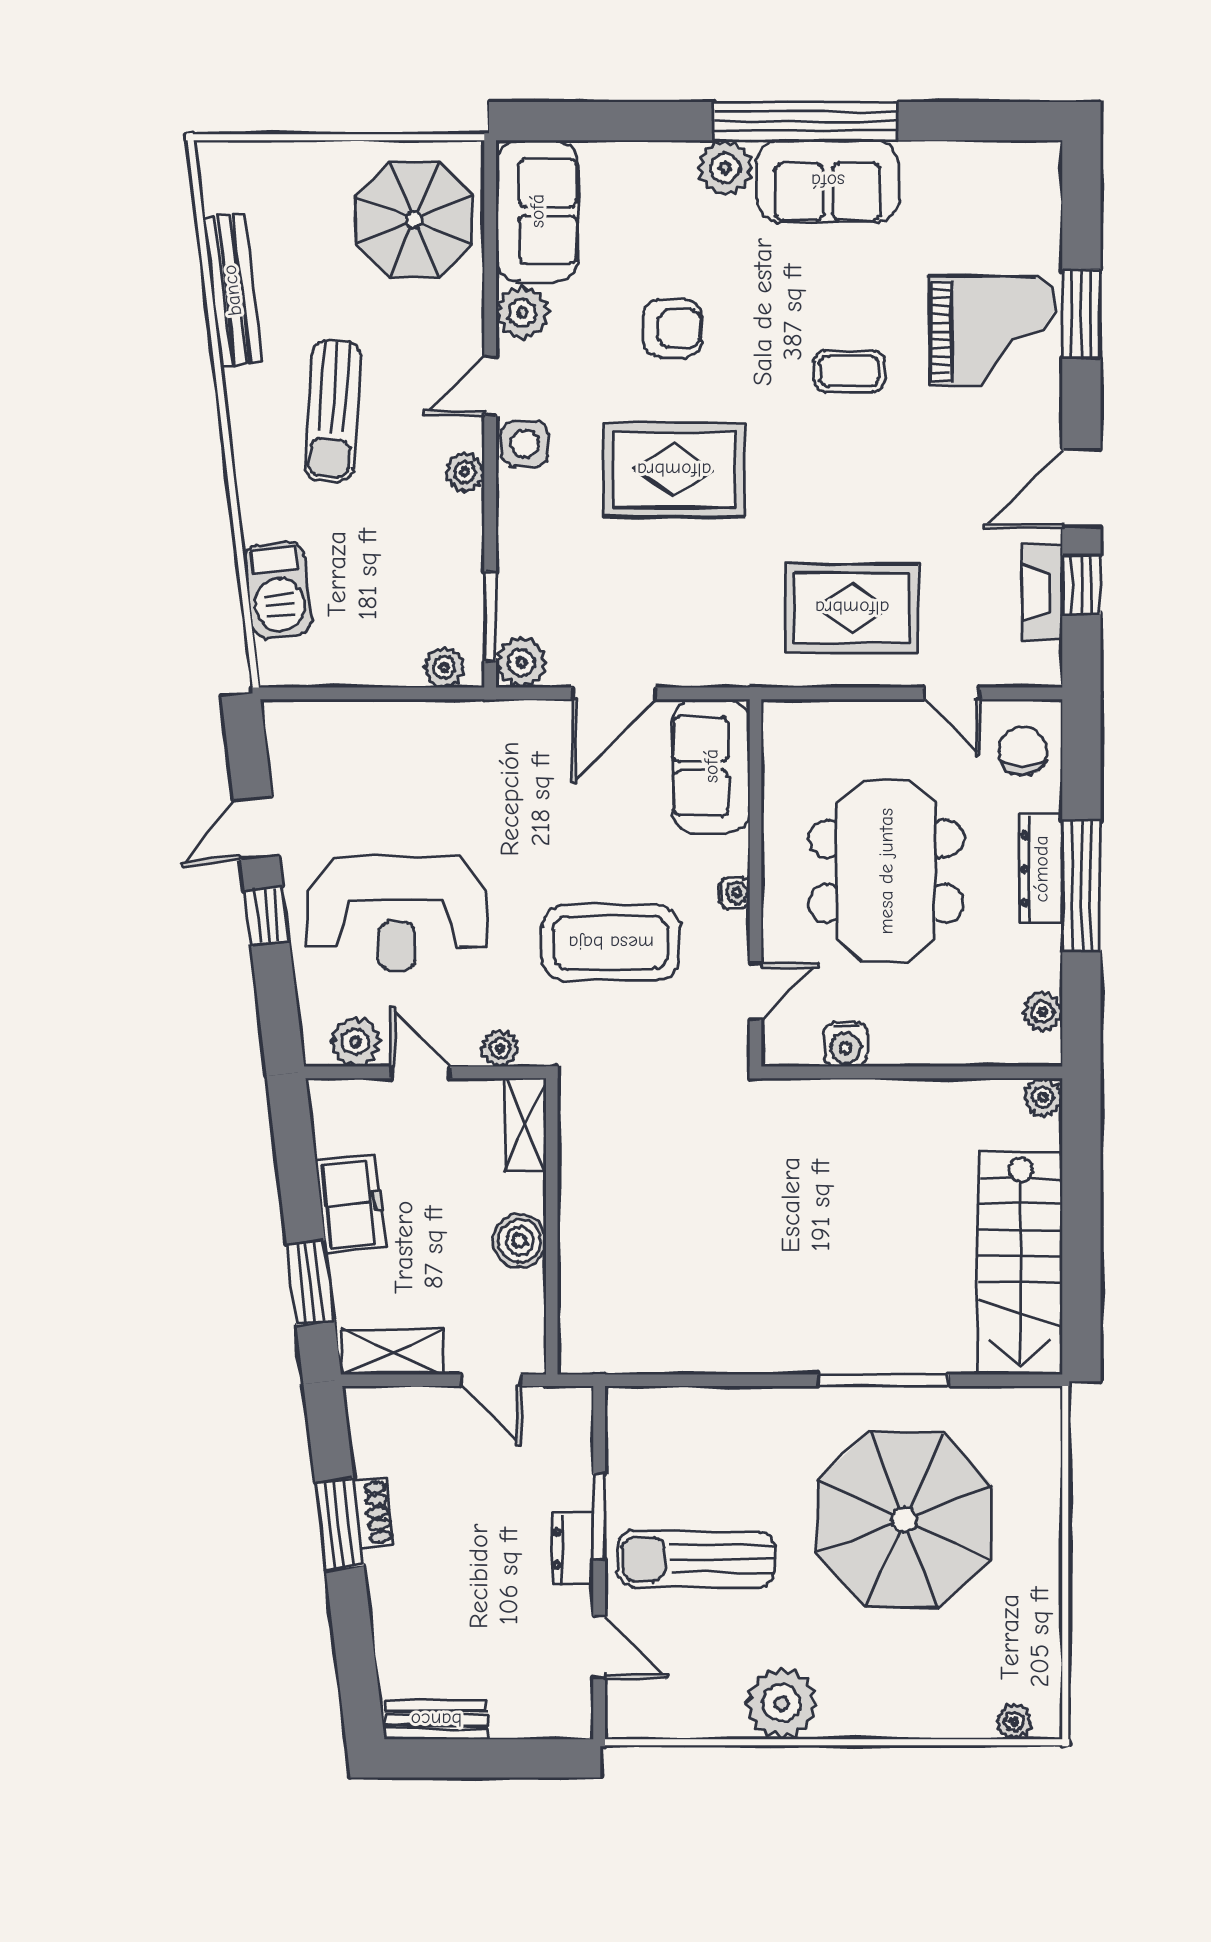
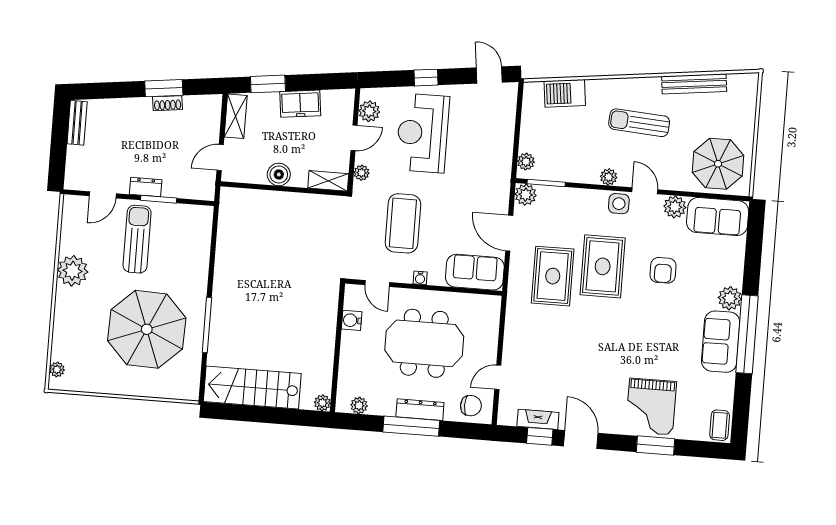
coffee table: (849, 371) -> (720, 425), moved
rug: (852, 608) -> (553, 276), moved
door: (256, 828) -> (489, 75), moved

